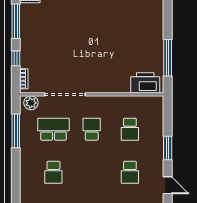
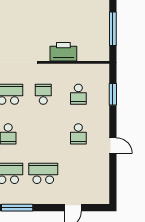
printer: (145, 83) -> (63, 52), moved
window: (168, 148) -> (113, 94), moved

